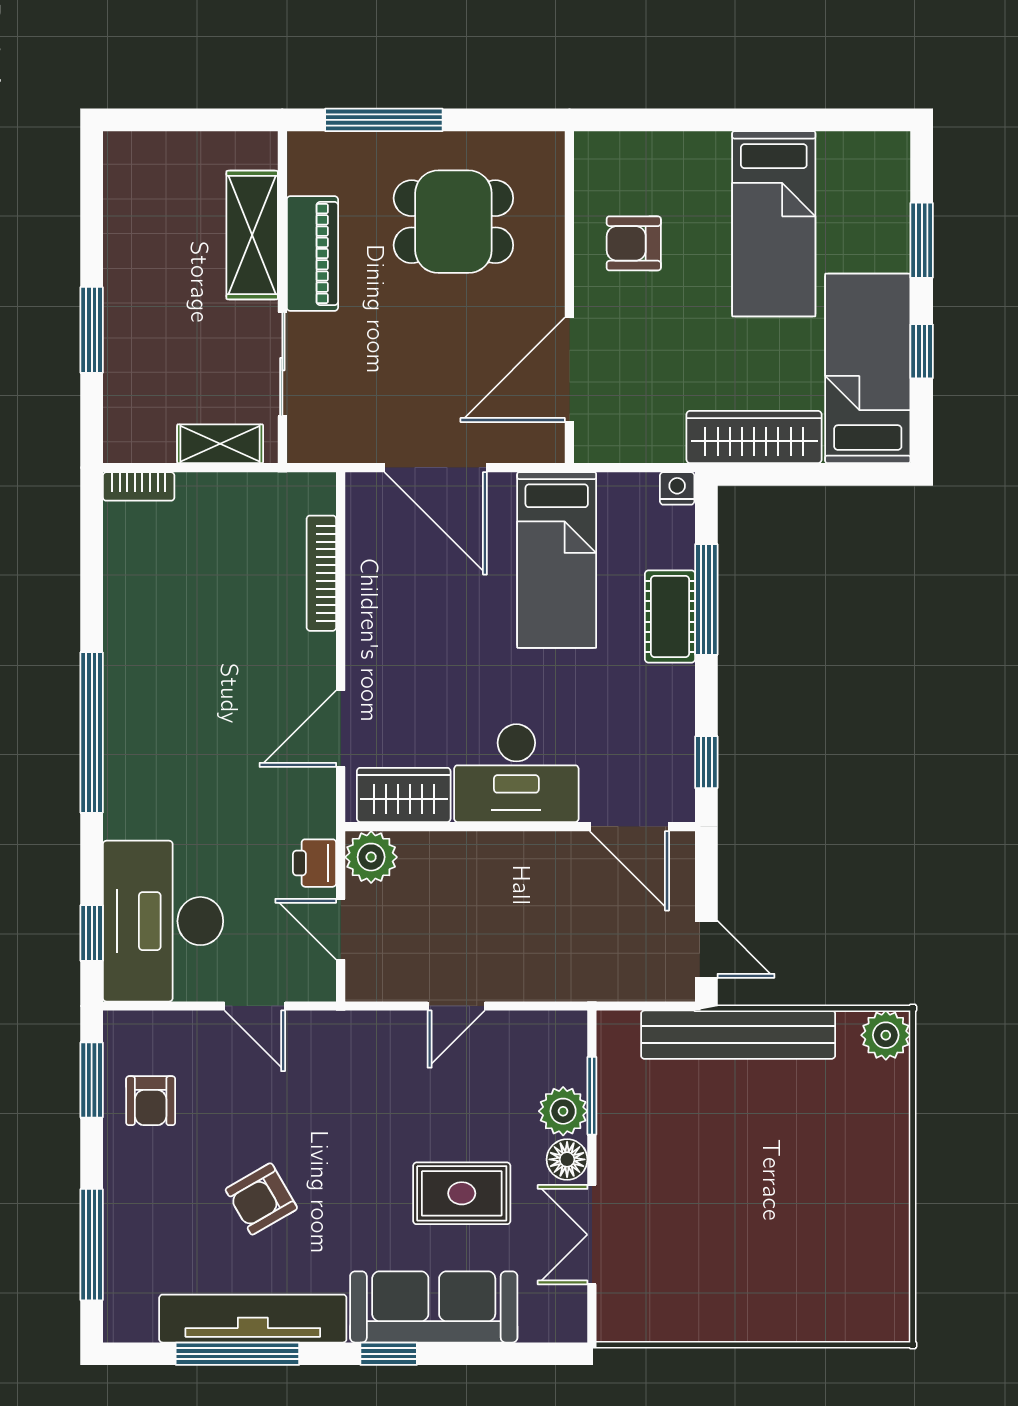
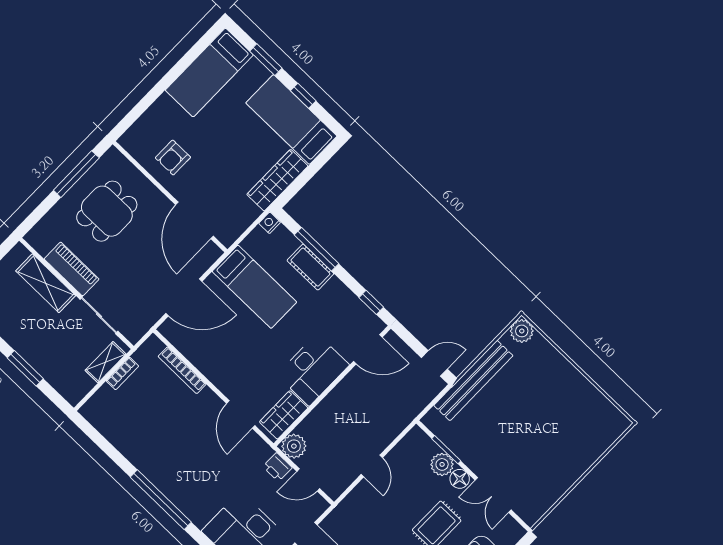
window: (384, 120) -> (76, 174), moved
bed: (774, 224) -> (209, 73), moved, turned 90
bookcase: (139, 486) -> (122, 373), moved

